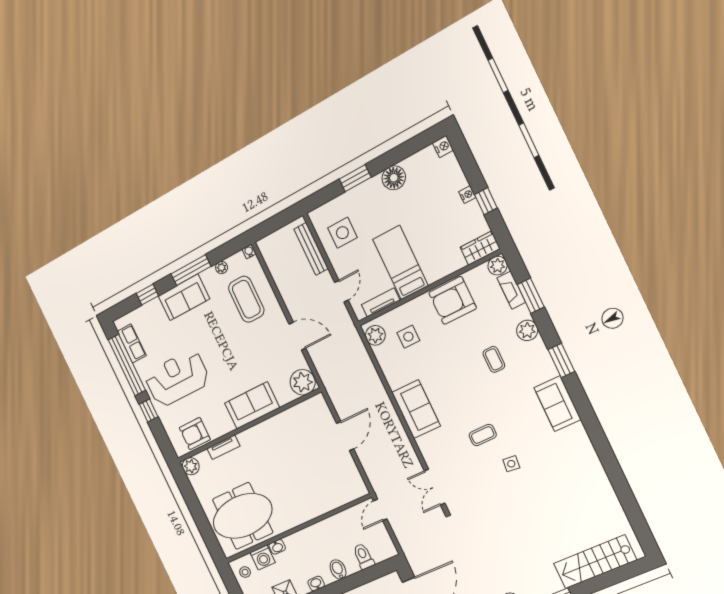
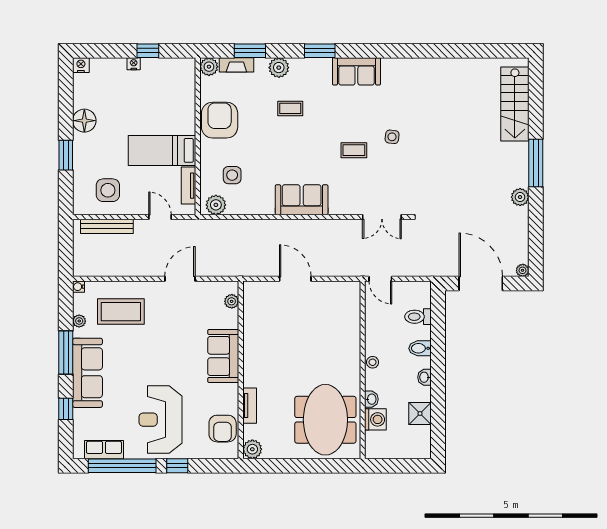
wardrobe: (480, 248) -> (186, 75), removed
sofa: (184, 297) -> (87, 373), width x1.36
armchair: (453, 300) -> (220, 120), turned 180
plant: (303, 382) -> (232, 301), width x0.53, depth x0.53
coffee table: (483, 435) -> (354, 150), turned 90
stool: (245, 572) -> (373, 362), moved

